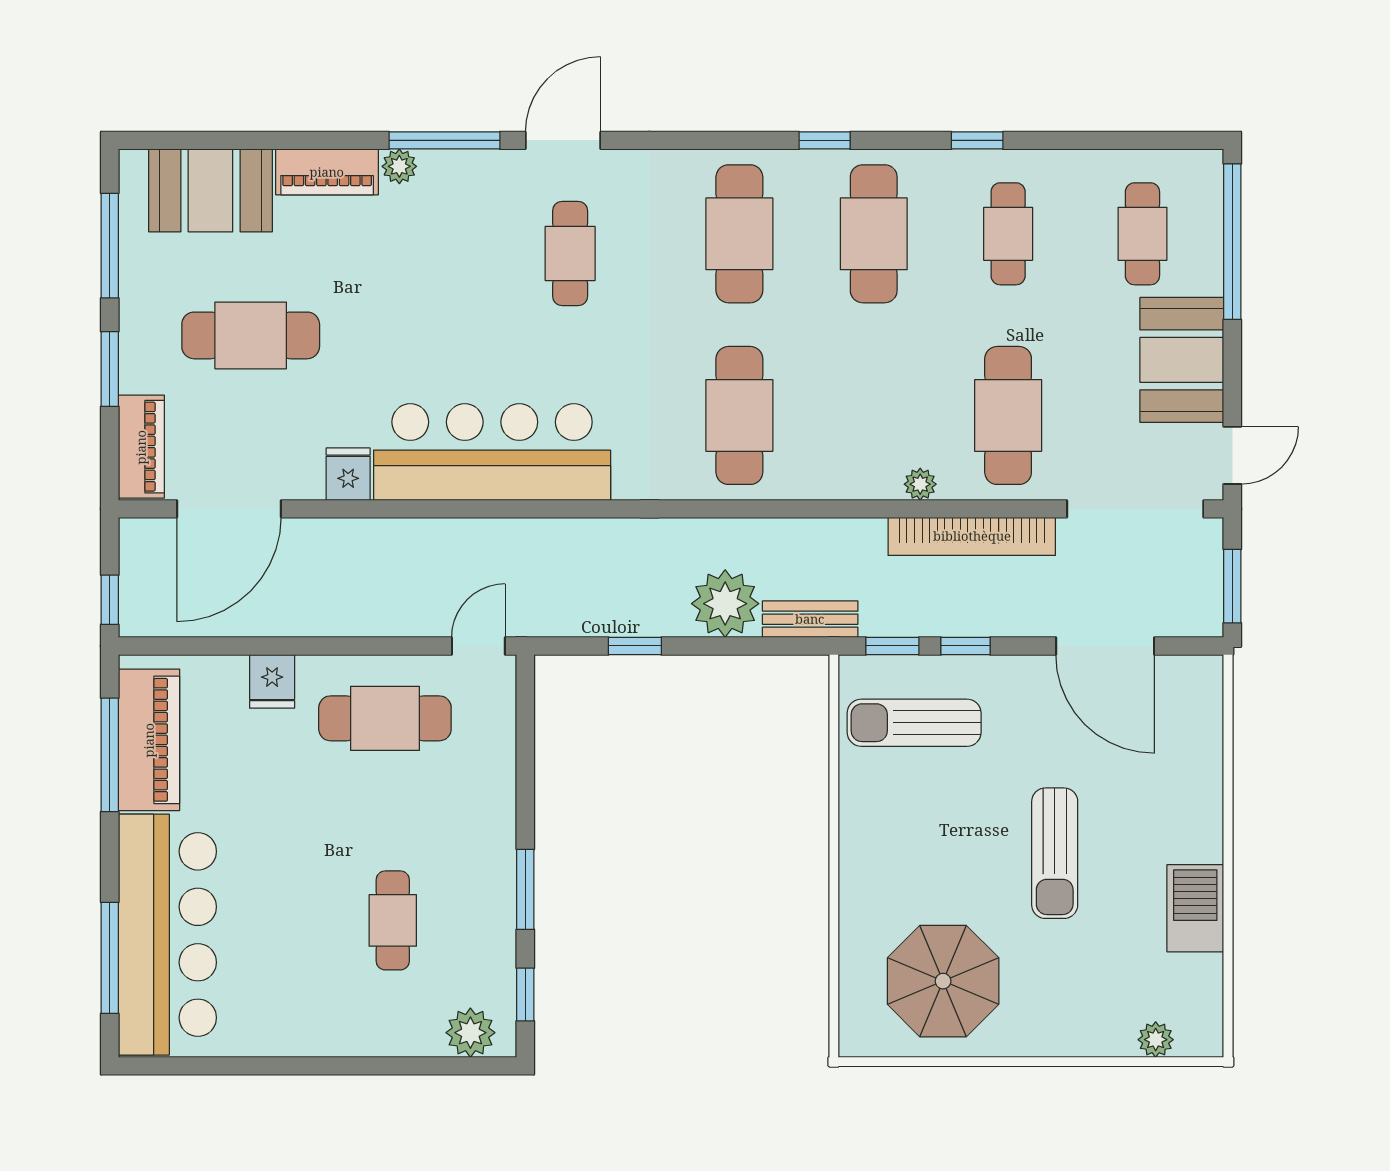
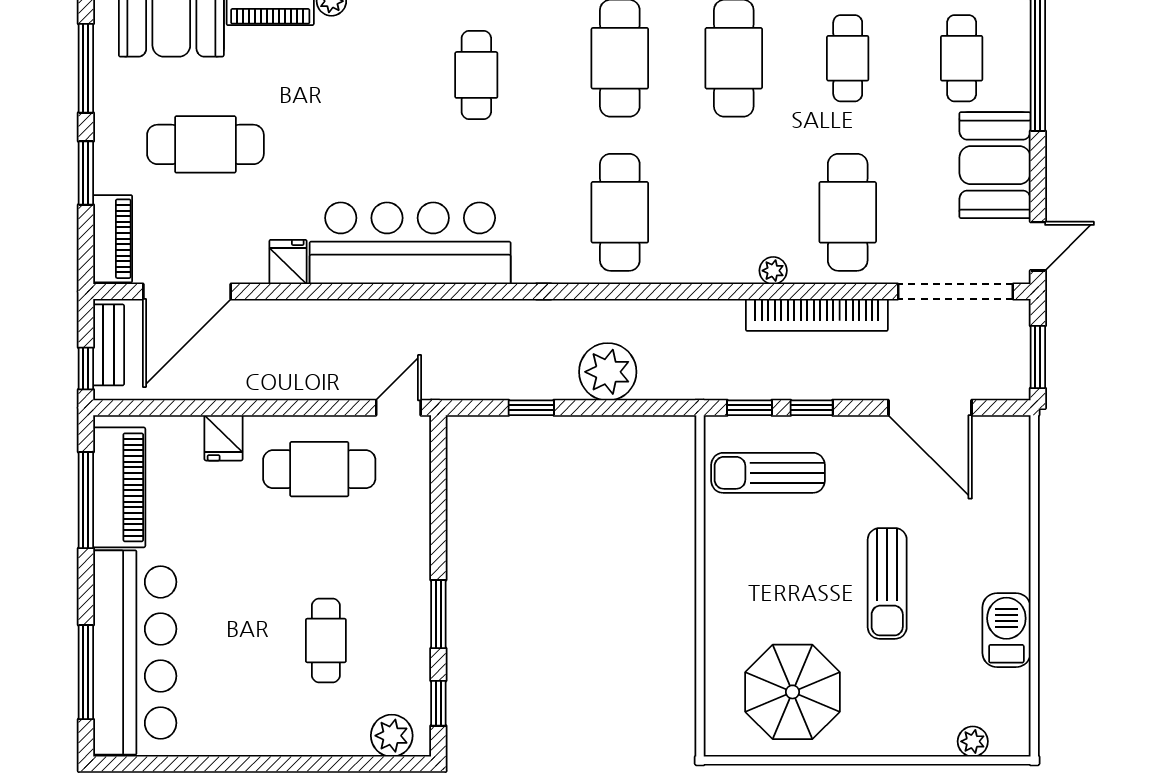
bench: (810, 619) -> (109, 345), moved, turned 90

